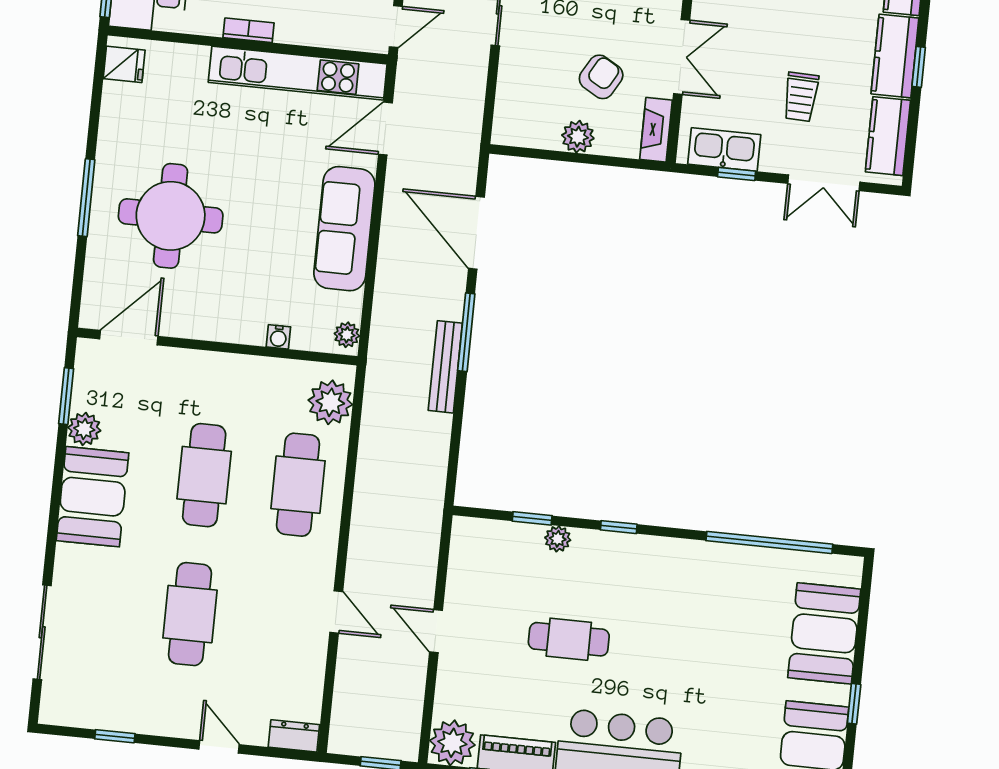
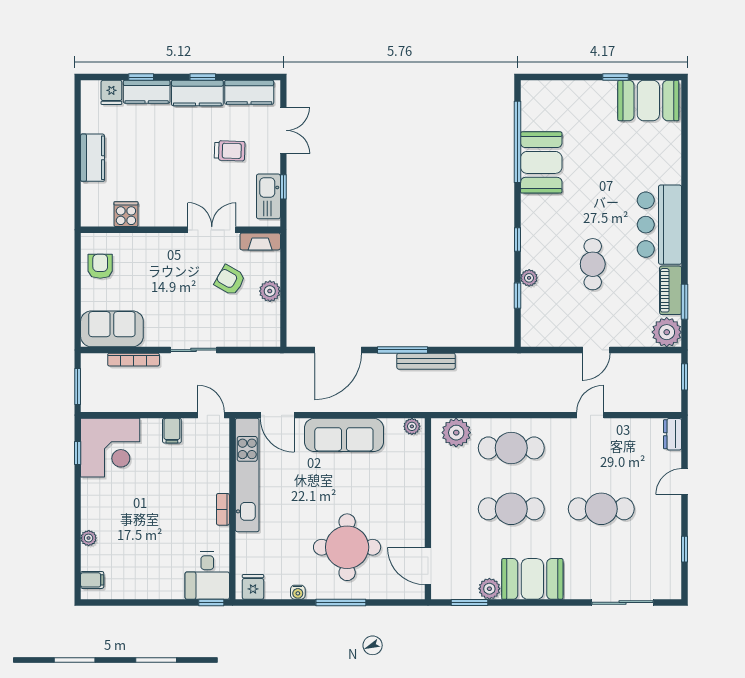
water cooler: (278, 337) -> (298, 592), moved, turned 90
booth: (824, 633) -> (541, 162), moved, turned 90

